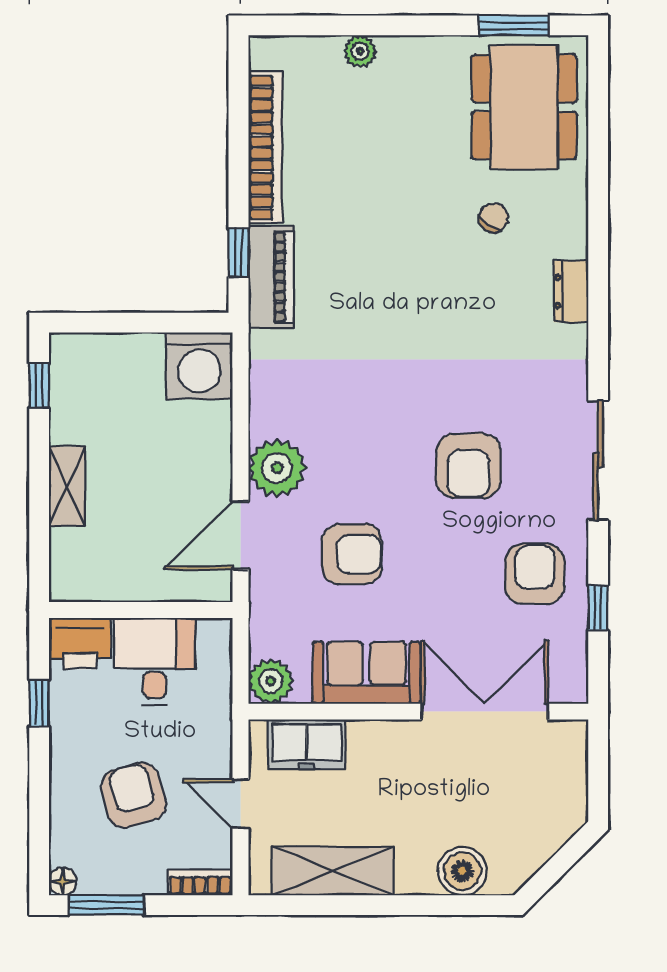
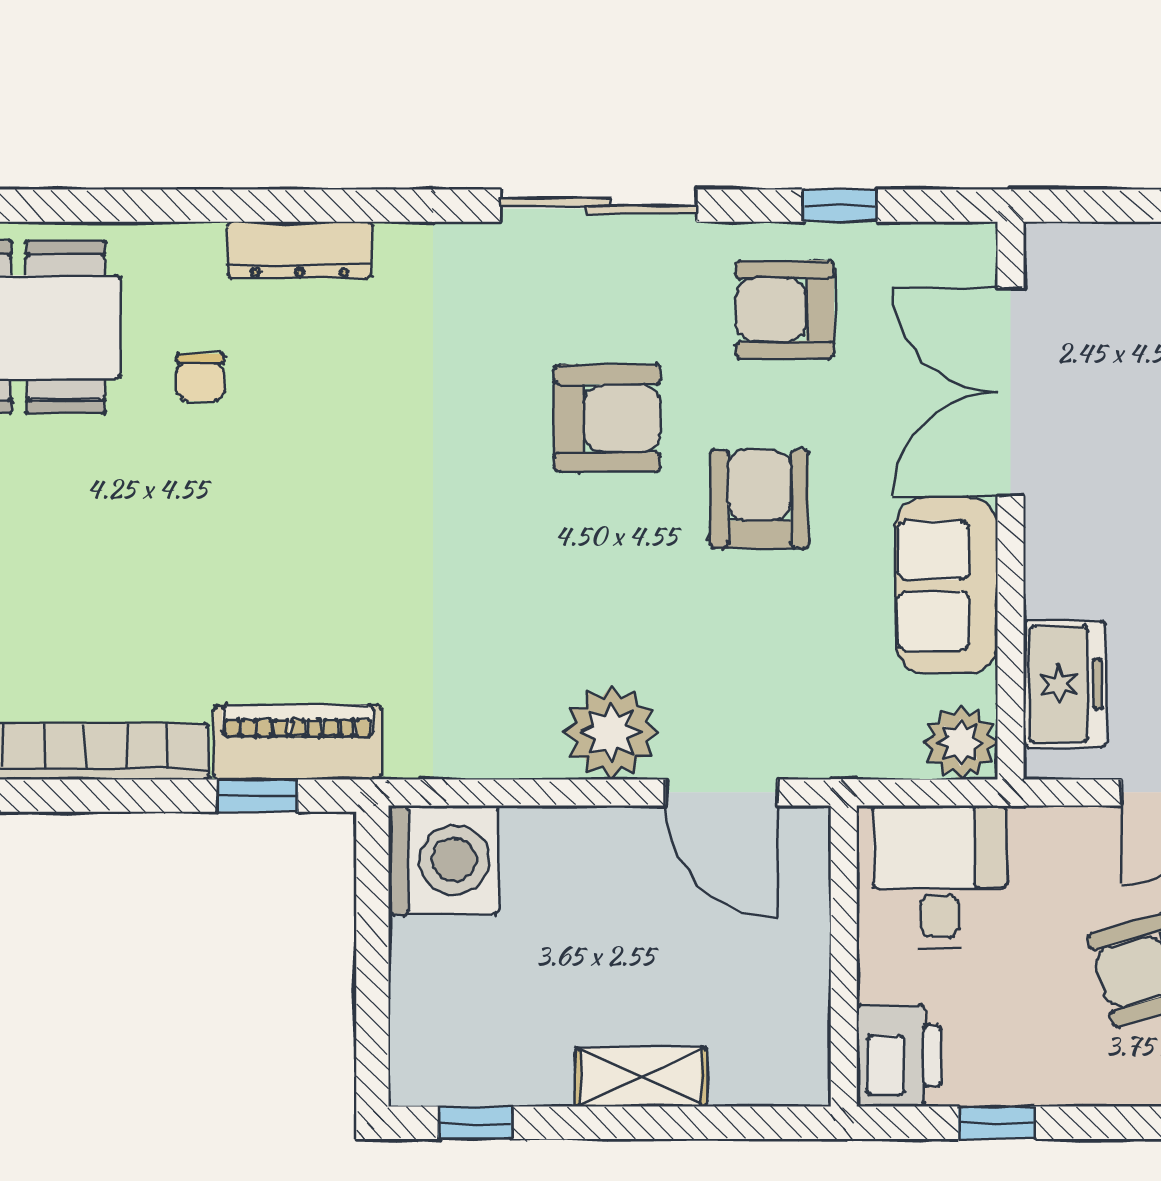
chair: (493, 218) -> (200, 377), turned -124
dresser: (571, 292) -> (300, 250), width x1.44
armchair: (352, 554) -> (759, 499), moved
desk: (155, 661) -> (940, 877), moved, turned 90

